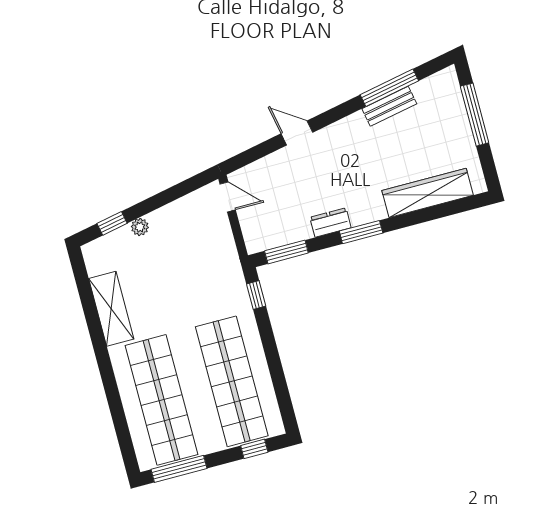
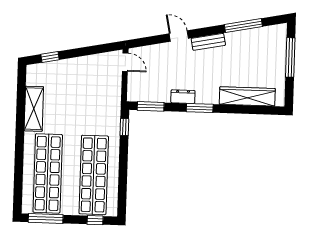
bench: (389, 106) -> (208, 42), moved
plant: (140, 227) -> (66, 64), removed

